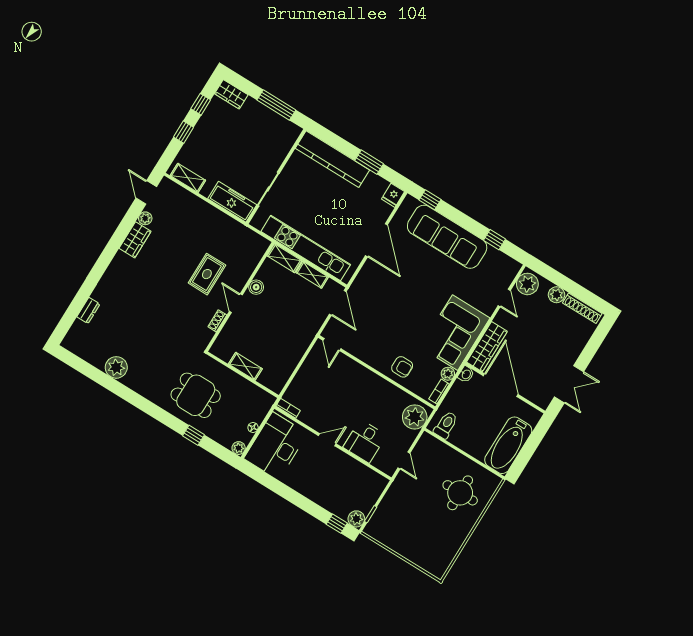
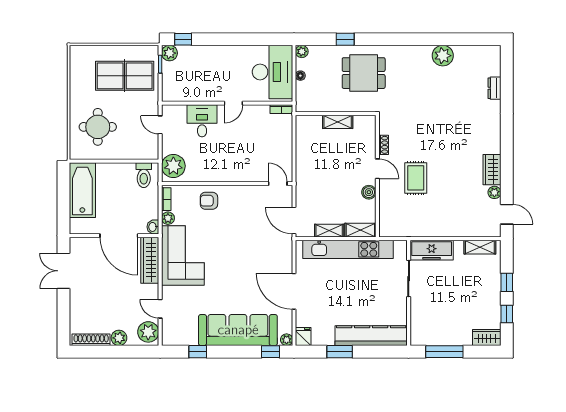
plant: (409, 202) -> (287, 340), added
table tennis table: (408, 523) -> (125, 76), added

